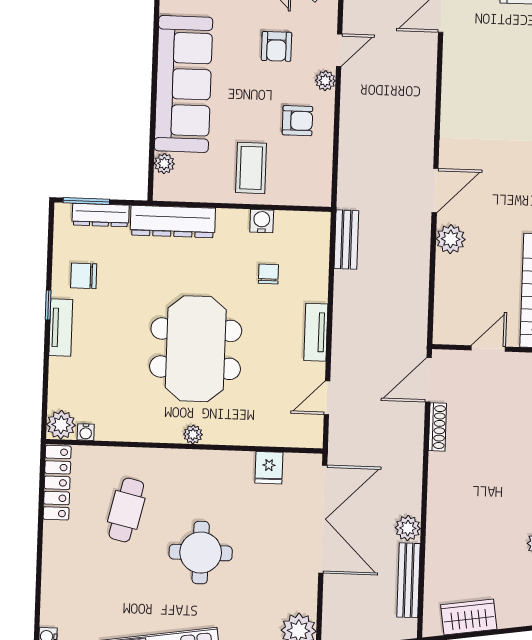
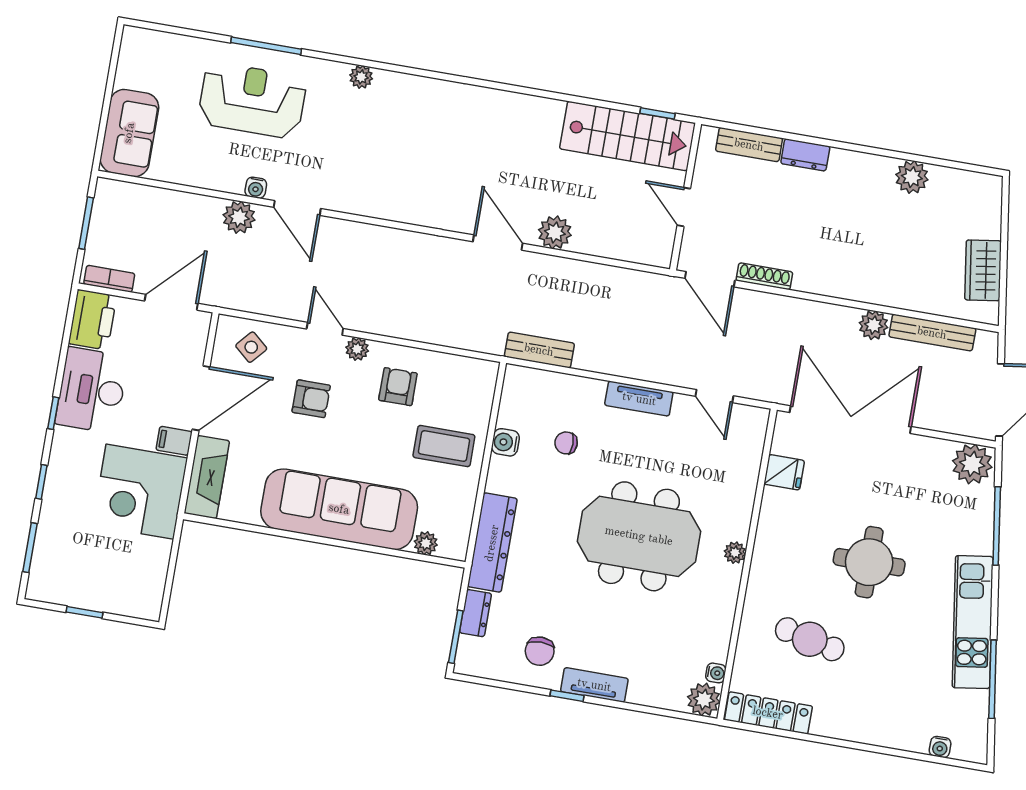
dresser: (101, 215) -> (475, 613), width x0.70

